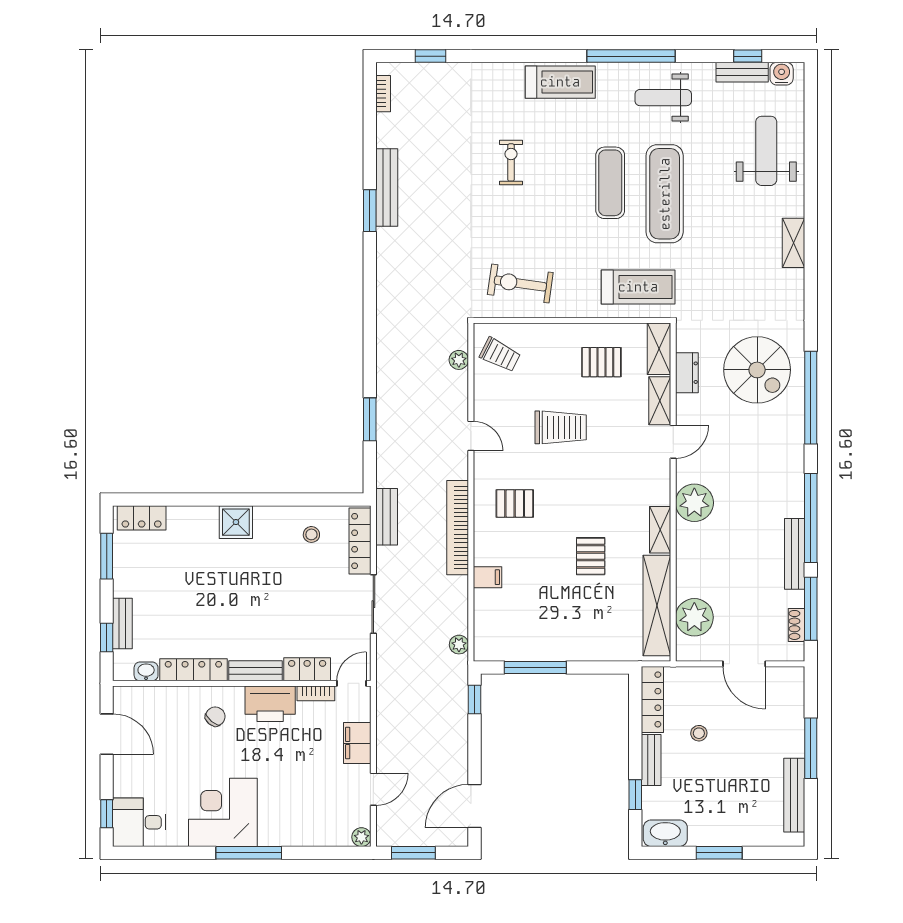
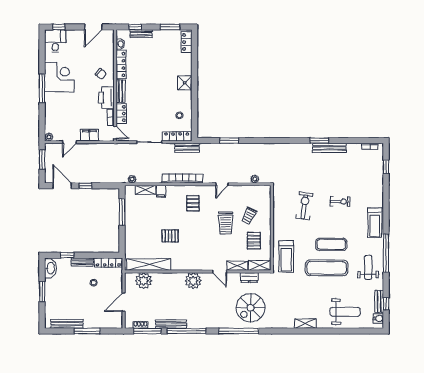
exercise bike: (520, 284) -> (304, 206), moved
trolley: (500, 355) -> (249, 216), moved
shelving: (660, 530) -> (145, 190), moved
window: (475, 700) -> (86, 186), moved
door: (373, 789) -> (69, 142), hinge flipped

